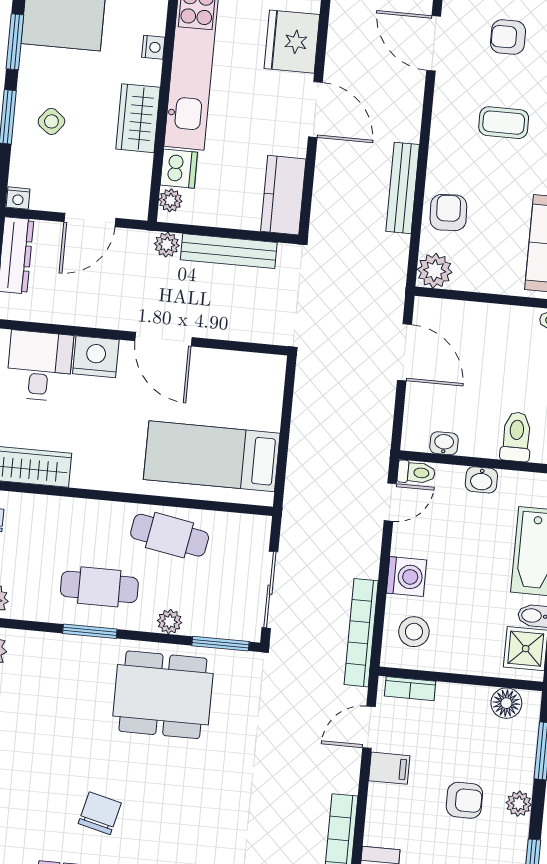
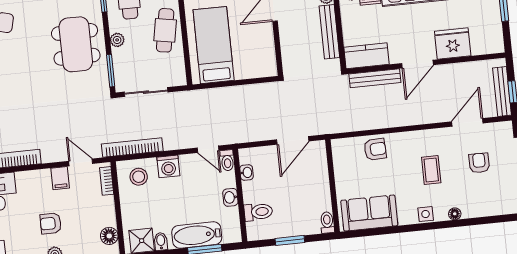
bench: (403, 188) -> (375, 78), moved
plant: (435, 271) -> (341, 148), removed
armchair: (464, 800) -> (51, 223), turned 90

